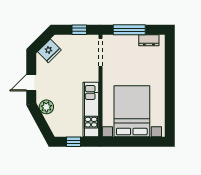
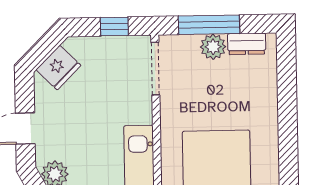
plant: (131, 41) -> (213, 47), added

